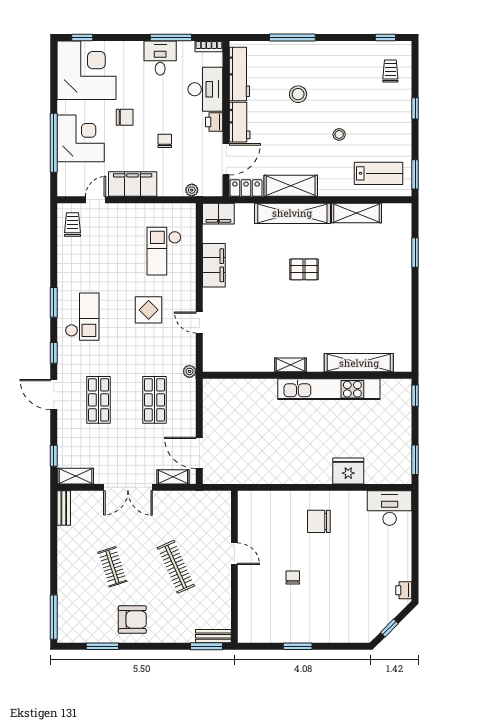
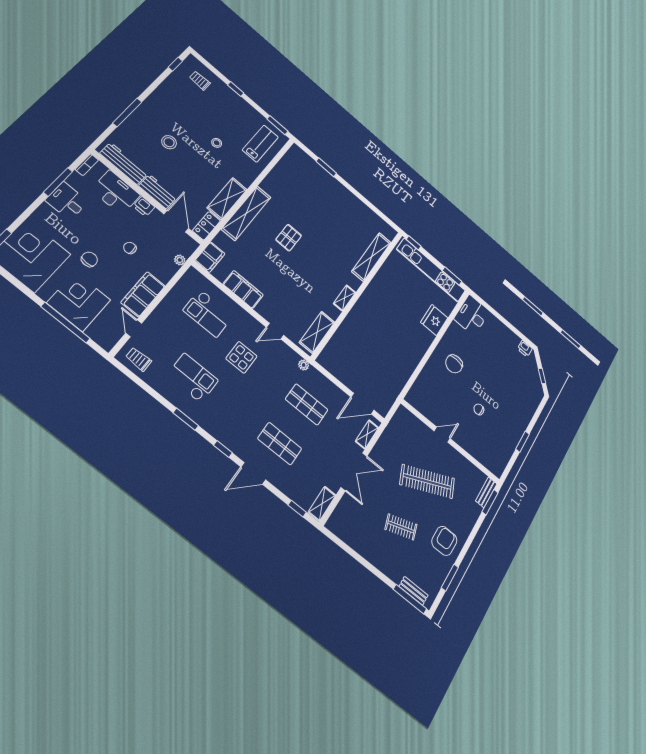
shelving: (356, 213) -> (317, 332), moved
checkout: (82, 317) -> (193, 378), moved
kitchen unit: (329, 389) -> (431, 270), moved, turned 90
bench: (64, 508) -> (414, 591), moved
clothes rail: (176, 567) -> (427, 481), width x1.37, depth x1.31

